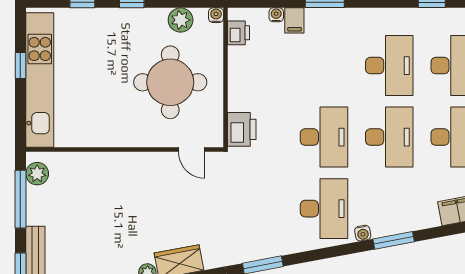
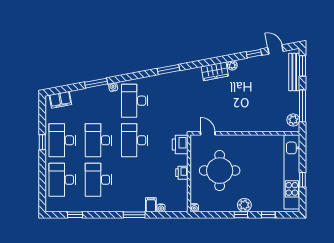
plant: (181, 20) -> (244, 205), moved
printer: (239, 33) -> (182, 173), moved

